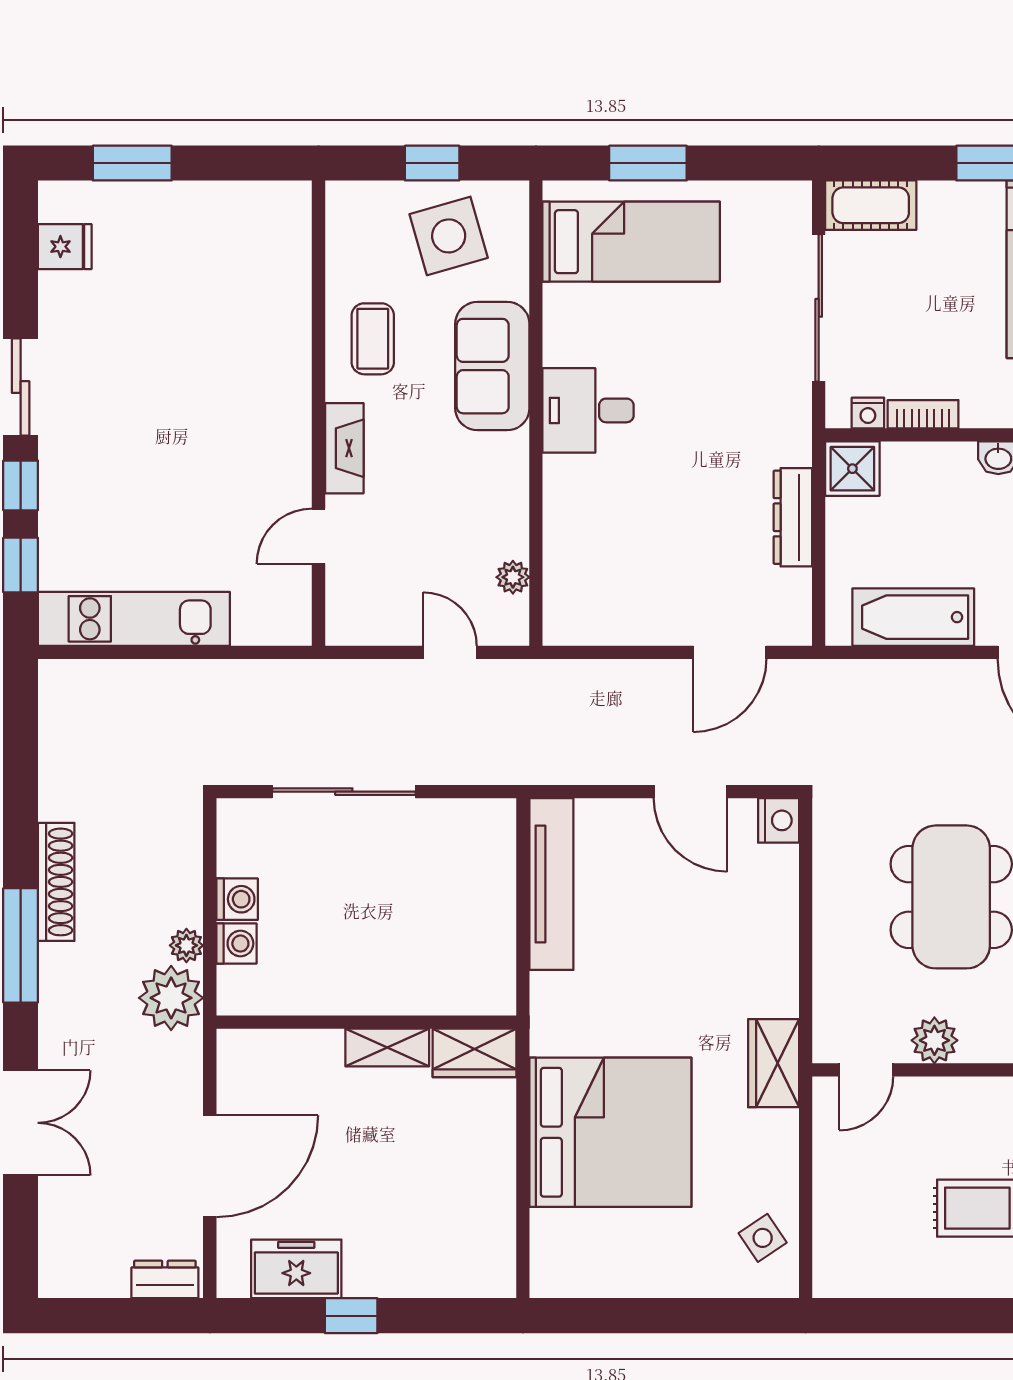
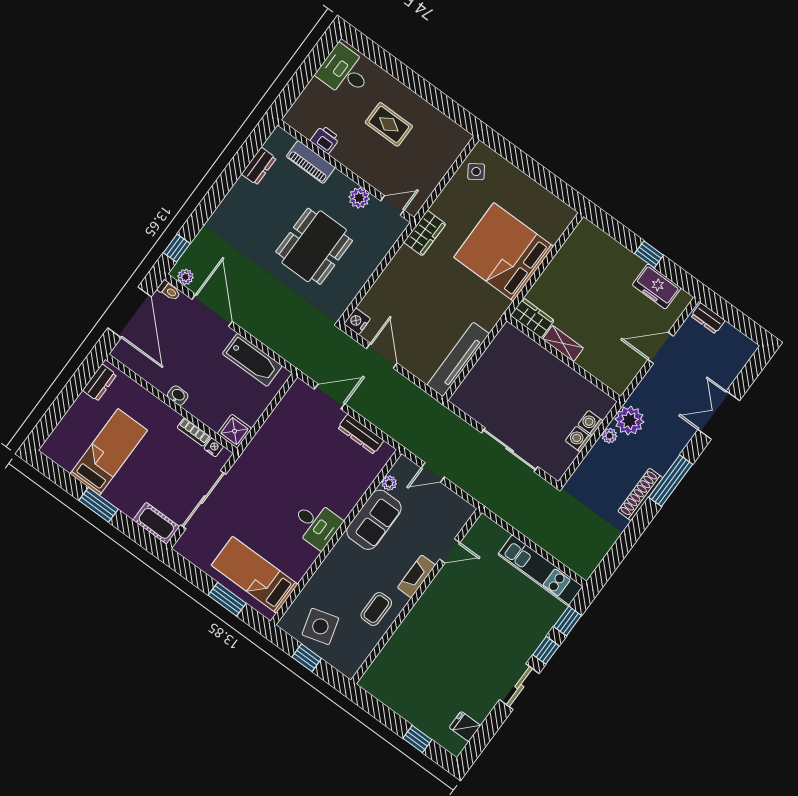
window: (132, 163) -> (417, 739), width x0.67
sofa: (492, 366) -> (374, 520), moved
dresser: (793, 517) -> (361, 434), moved, turned 90
door: (450, 652) -> (433, 472), hinge flipped
door: (210, 1166) -> (661, 348), width x0.73

